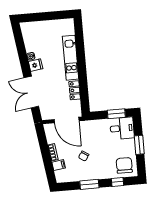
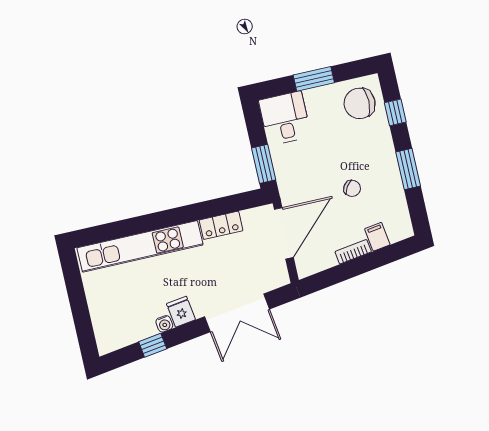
window: (21, 49) -> (153, 345), added
kitchen unit: (71, 58) -> (140, 246), width x1.36
window: (116, 114) -> (264, 164), moved

